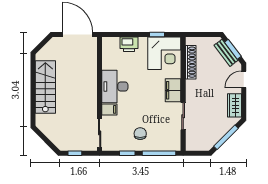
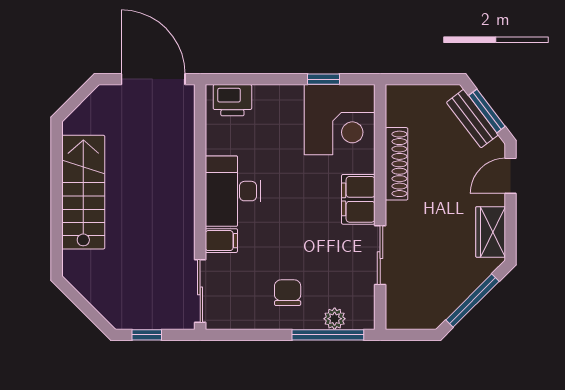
printer: (129, 44) -> (232, 100), moved
shoe rack: (191, 62) -> (396, 164), moved
plant: (162, 146) -> (335, 319), added
window: (127, 153) -> (260, 335), removed

